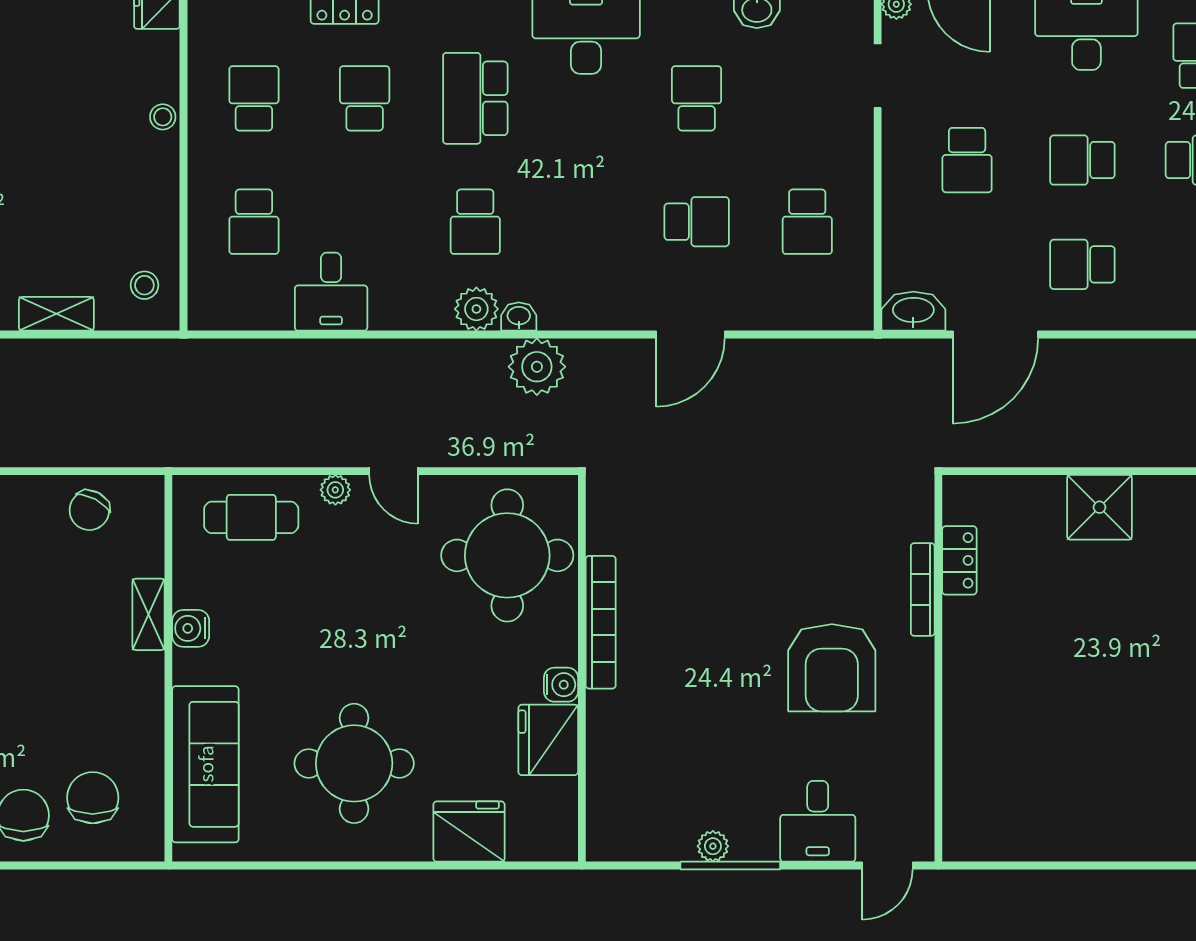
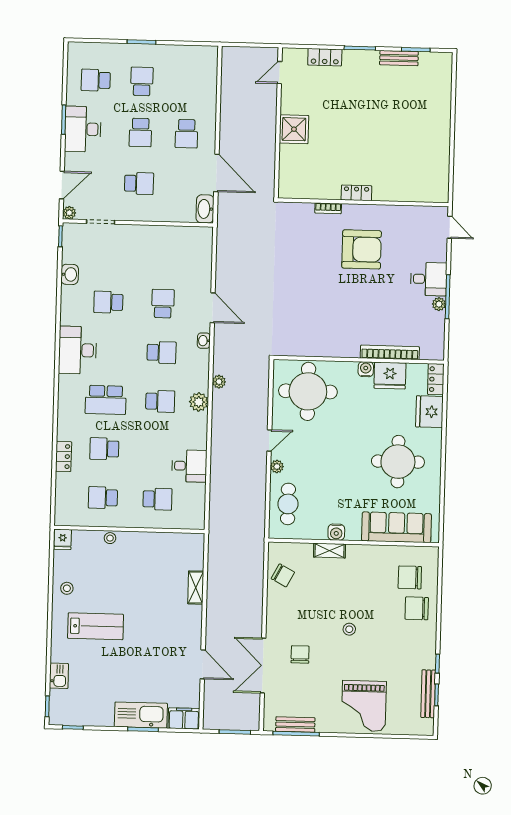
school desk: (807, 222) -> (162, 353), moved
stool: (144, 285) -> (67, 588), moved
washbasin: (519, 316) -> (204, 341), moved
plant: (537, 367) -> (219, 382), width x0.53, depth x0.53
locker: (959, 560) -> (356, 193), moved
bookcase: (923, 589) -> (328, 208), width x0.64
bookcase: (601, 622) -> (390, 352), moved
desk: (818, 821) -> (429, 279), moved
locker: (543, 844) -> (436, 379), added

